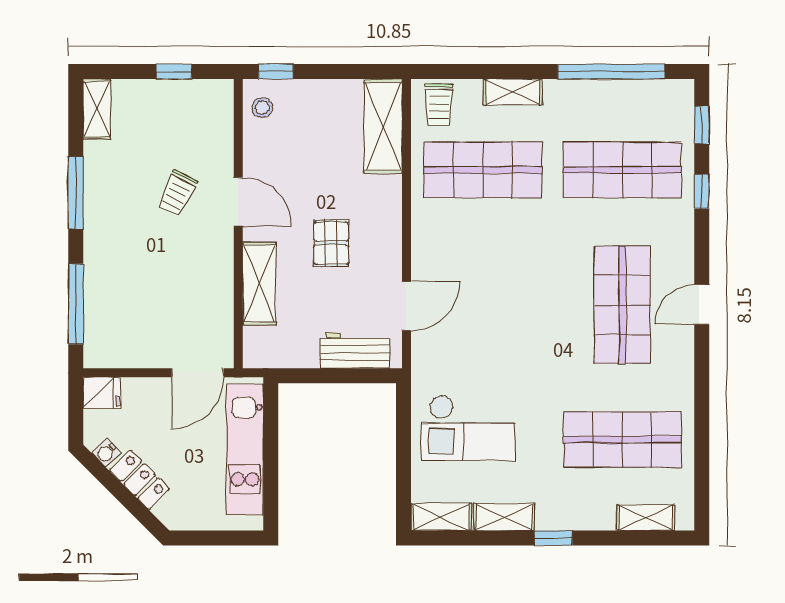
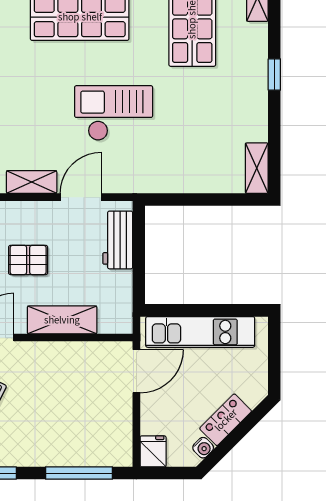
door: (406, 306) -> (81, 197), hinge flipped
door: (198, 373) -> (136, 371), hinge flipped
checkout: (468, 428) -> (114, 113), moved, turned -90
shelving: (504, 517) -> (32, 182), moved, turned 90

